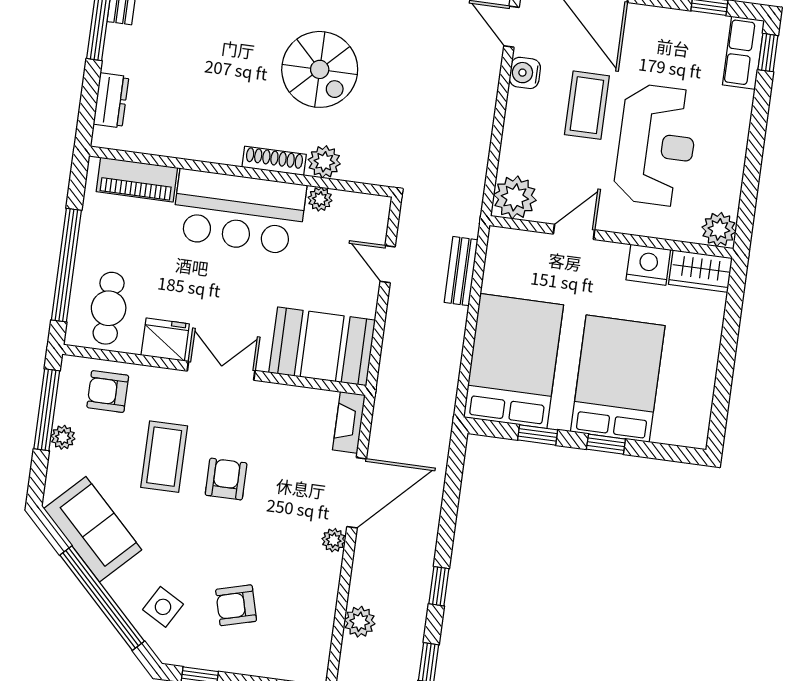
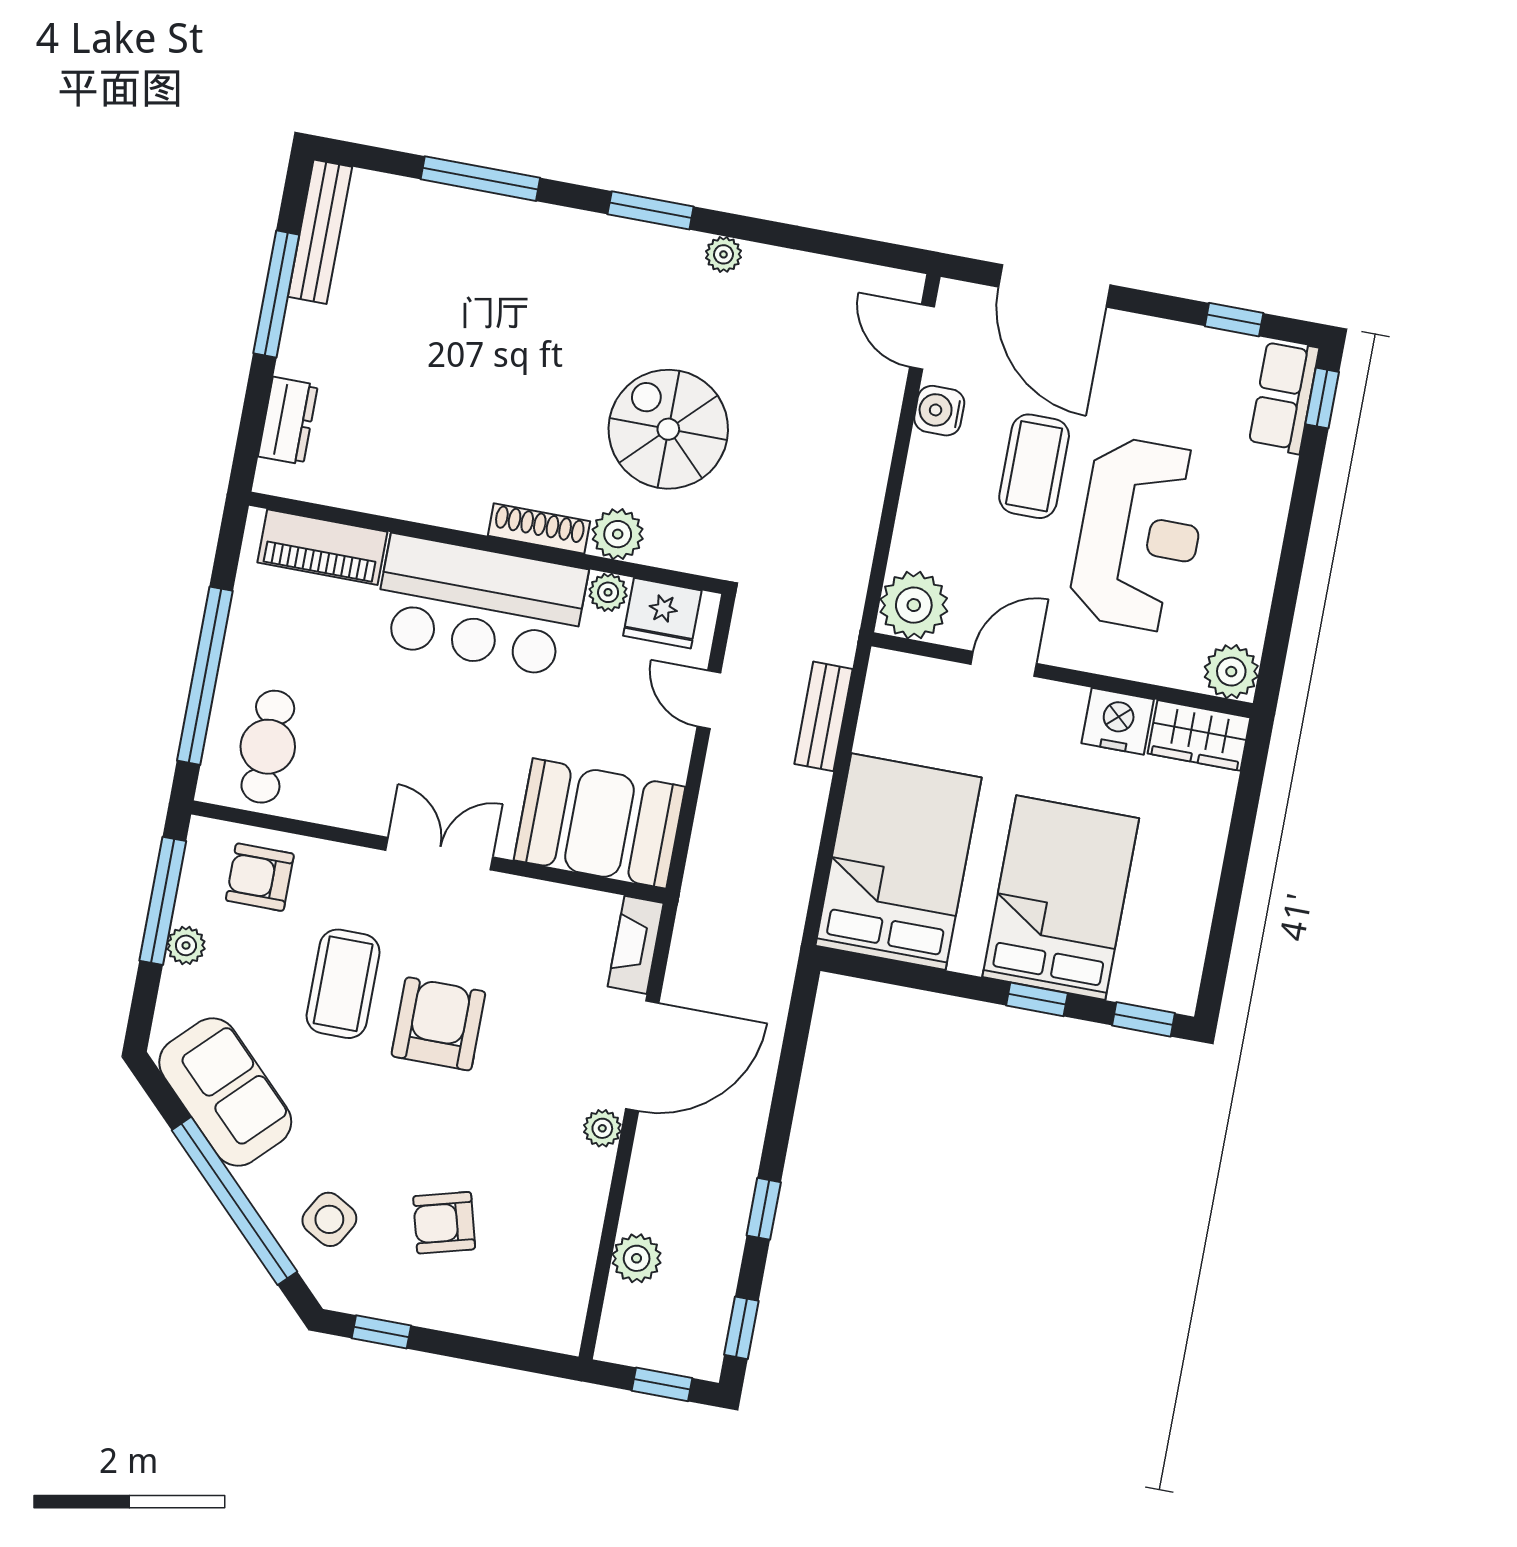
spiral stairs: (320, 69) -> (668, 429), moved, turned 180
fridge: (165, 340) -> (662, 613), moved, turned 180
window: (538, 435) -> (1143, 1019), moved
armchair: (226, 479) -> (438, 1024), width x1.38, depth x1.38

